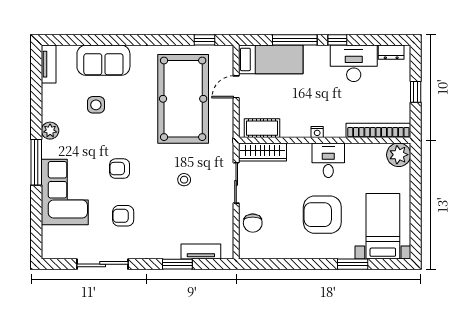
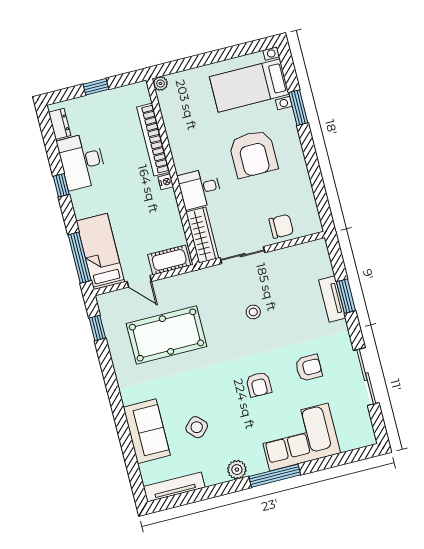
window: (295, 40) -> (80, 258), moved
tv unit: (49, 64) -> (174, 487), width x1.41
pool table: (183, 99) -> (166, 335), width x0.73, depth x0.76
side table: (96, 105) -> (197, 427), turned 45
cot: (262, 128) -> (169, 260), moved, turned 90
bookcase: (378, 130) -> (153, 140), moved
plant: (399, 155) -> (160, 83), width x0.53, depth x0.53
desk: (328, 160) -> (200, 188), moved
armchair: (123, 216) -> (309, 368), turned -90
tv unit: (201, 252) -> (332, 299), moved

